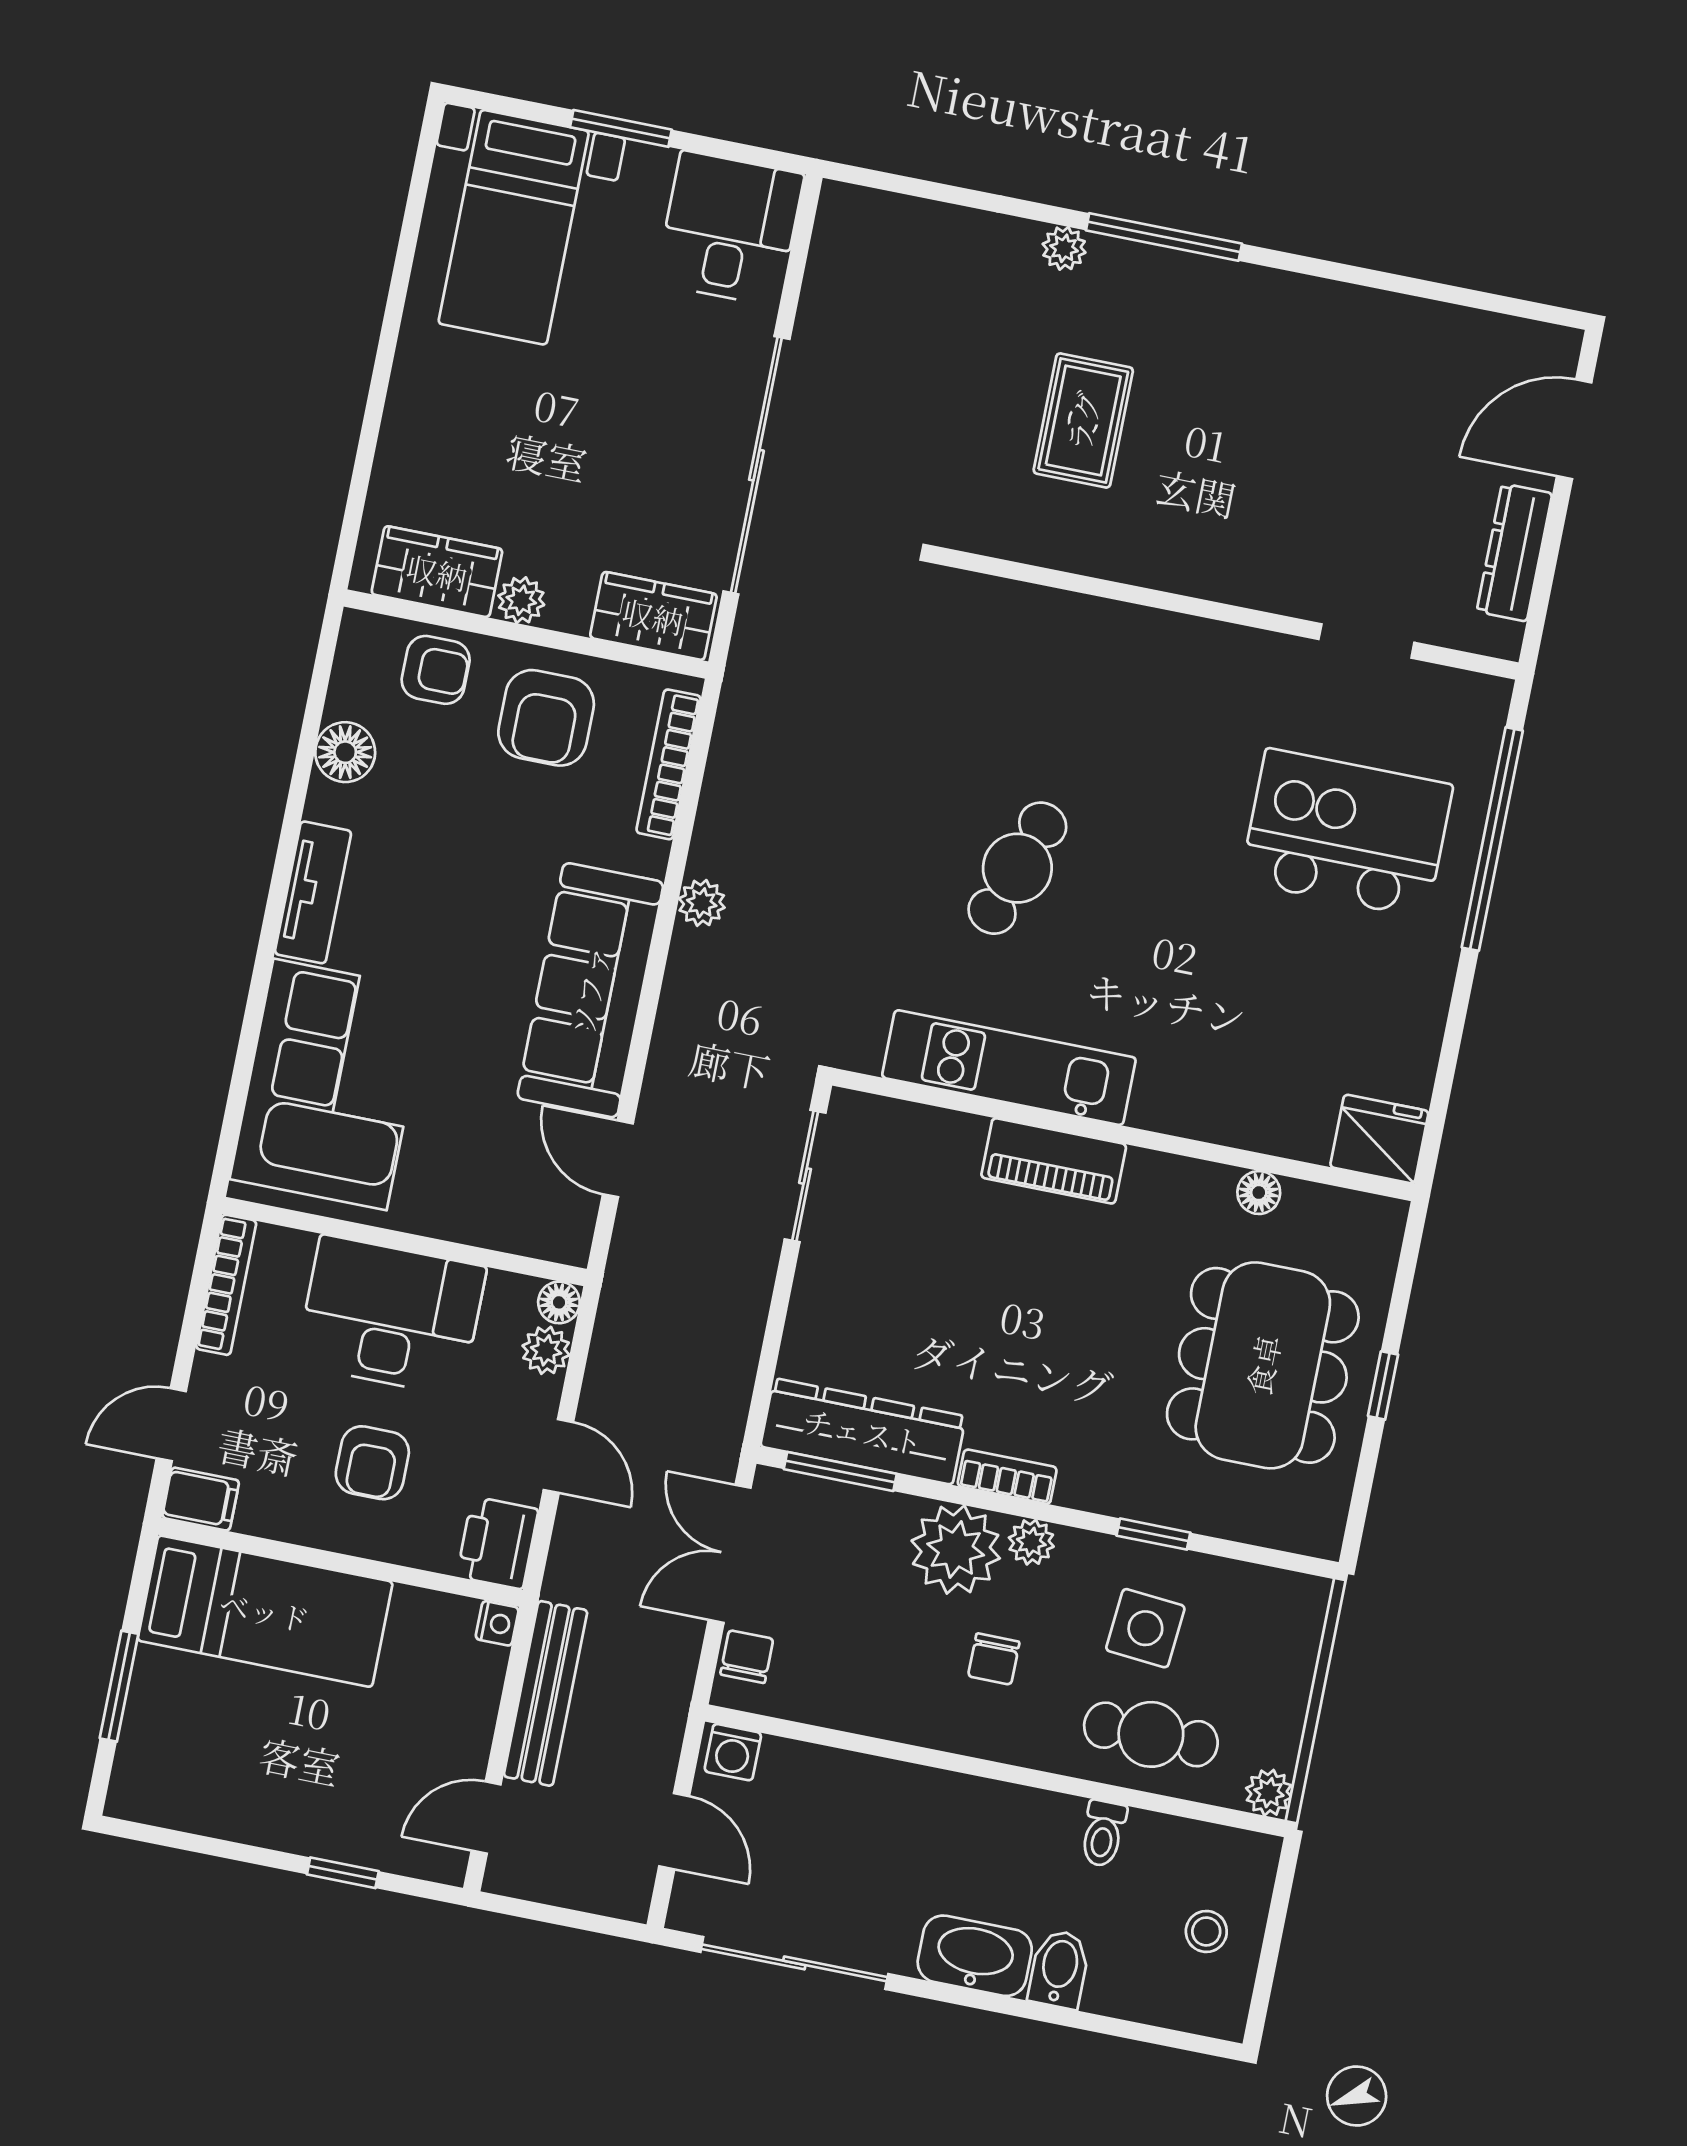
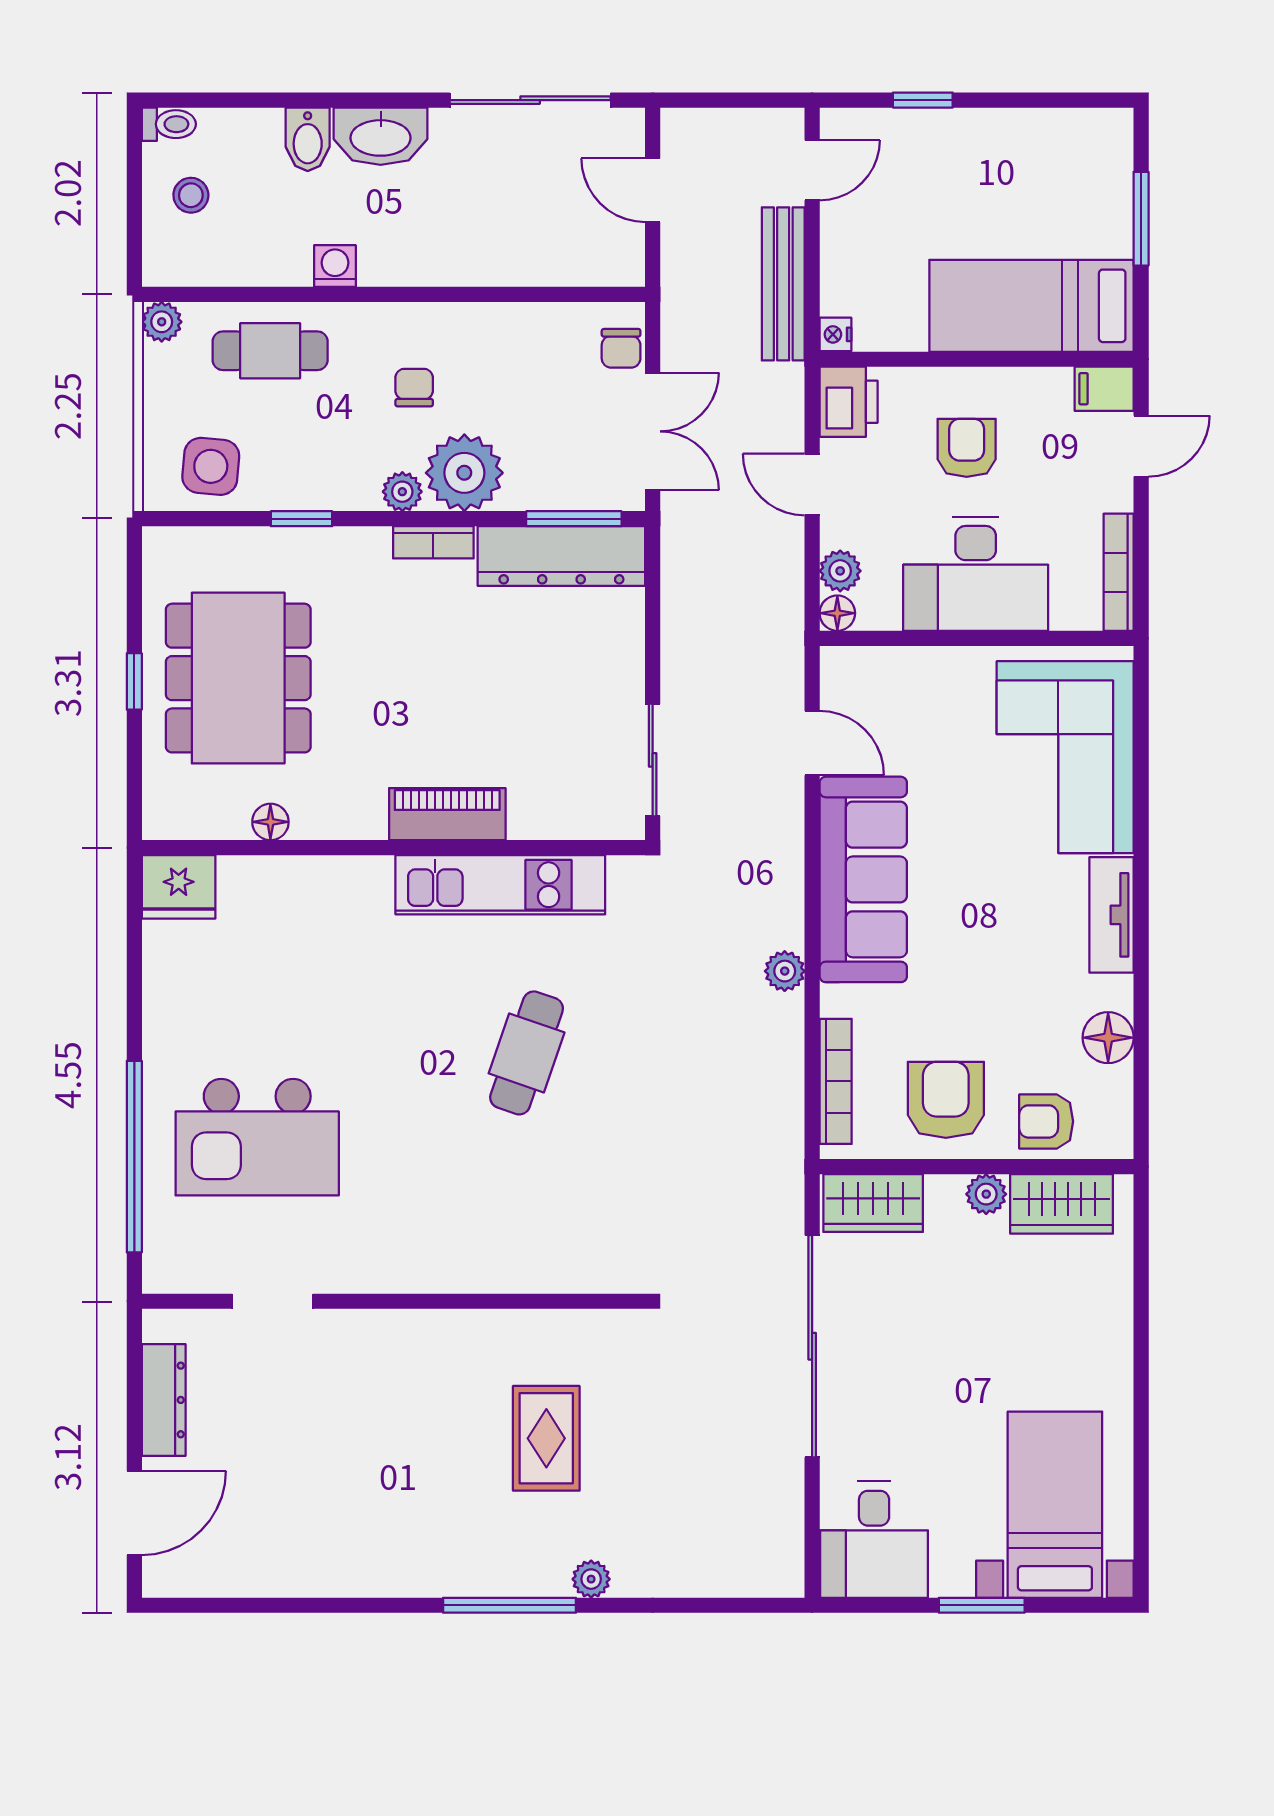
side table: (1145, 1628) -> (211, 466), moved
washing machine: (733, 1752) -> (335, 266), moved
toilet: (1103, 1834) -> (169, 124), moved, turned 90

